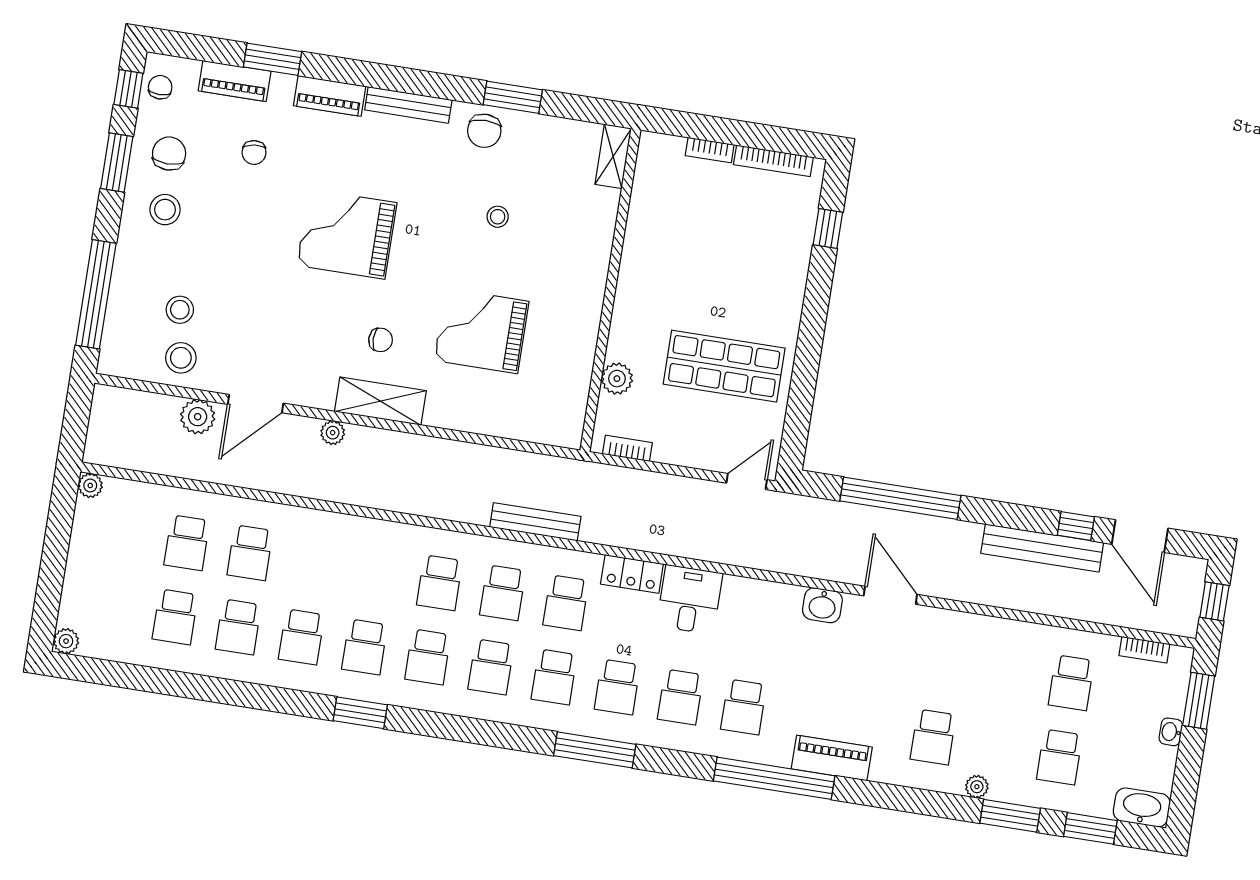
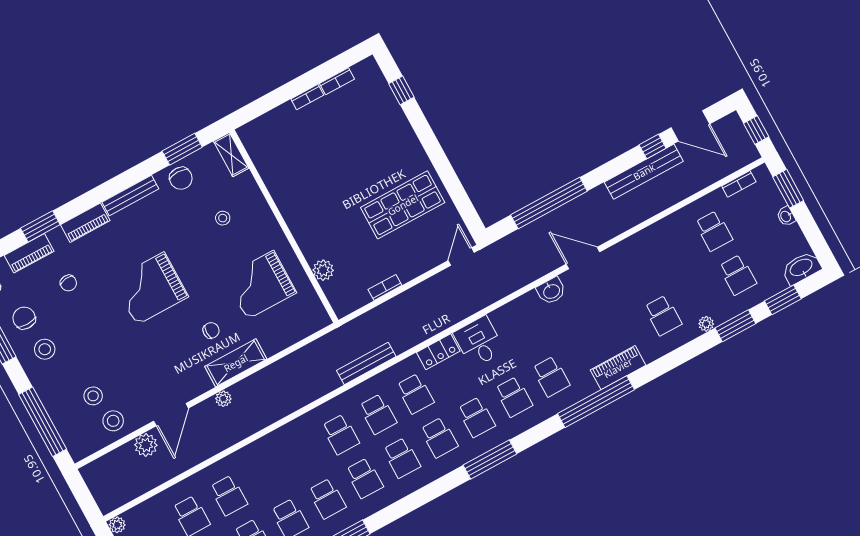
shelving: (613, 156) -> (231, 155), moved
bookcase: (773, 161) -> (337, 81), width x0.64
wall: (610, 290) -> (284, 226), moved
plant: (617, 379) -> (323, 270), moved

